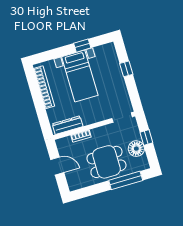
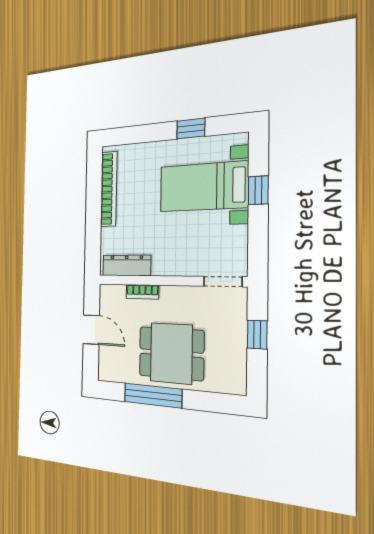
bed with nightstands: (80, 76) -> (203, 187), moved, turned 90
floor lamp: (136, 149) -> (232, 349), removed
window: (126, 180) -> (153, 395), moved

